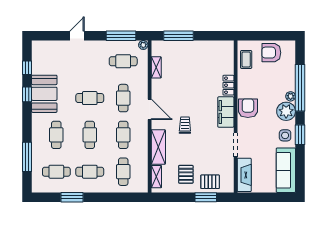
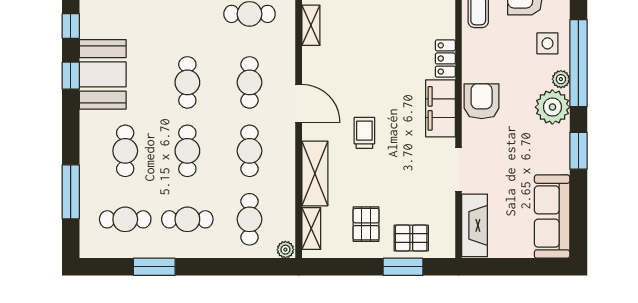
cafe table: (90, 98) -> (187, 82), turned 90
side table: (285, 135) -> (547, 43), moved
plant: (142, 188) -> (285, 250), added

